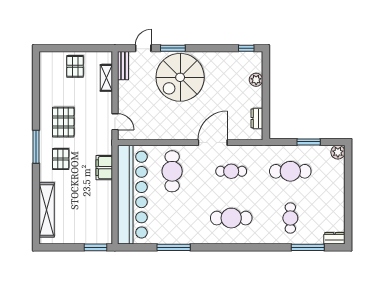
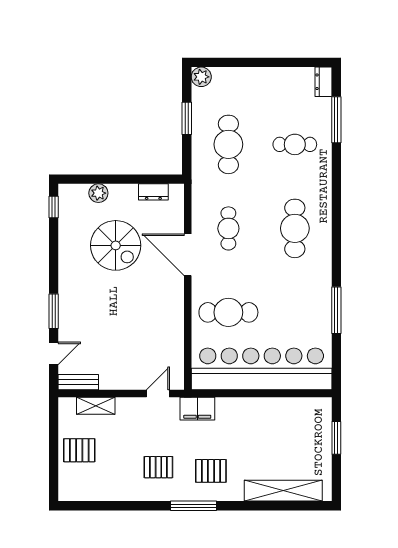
door: (143, 48) -> (54, 353), swing flipped
spiral stairs: (180, 77) -> (116, 245), moved, width x0.73, depth x0.73
pallet: (63, 122) -> (158, 467), width x0.67, depth x0.71
filing cabinet: (104, 168) -> (197, 409), moved
window: (96, 247) -> (336, 438), moved

